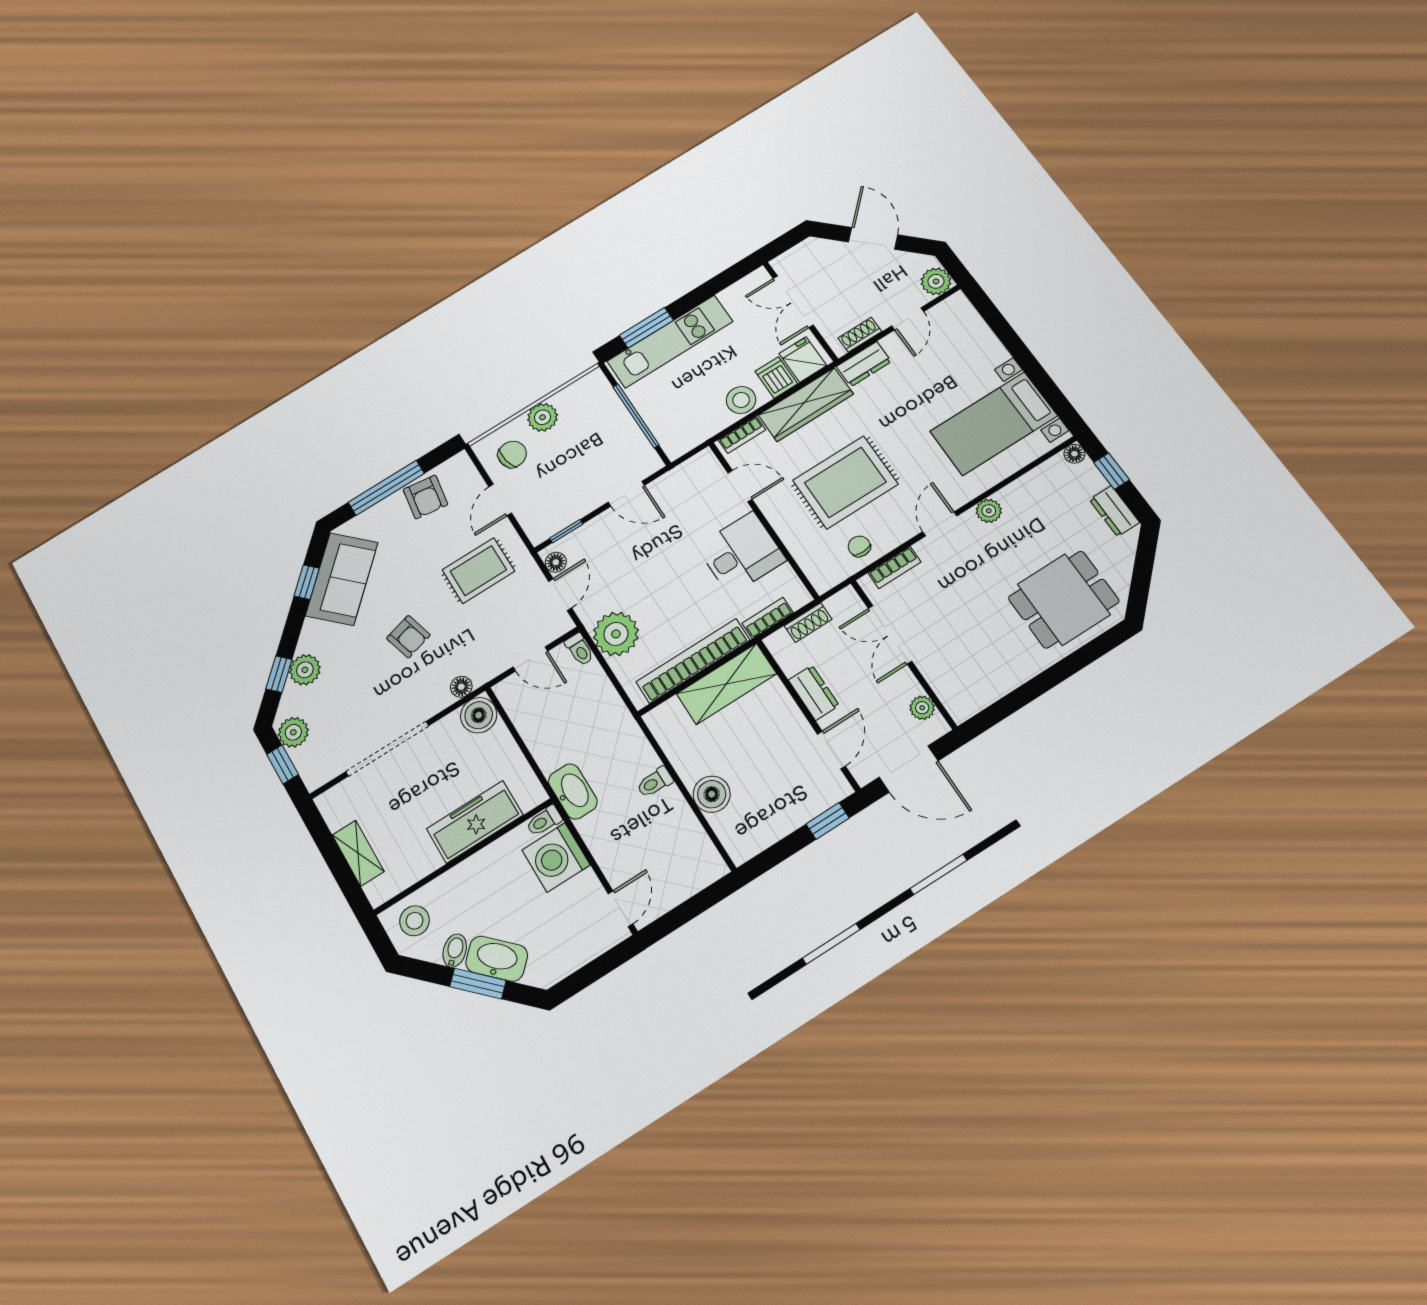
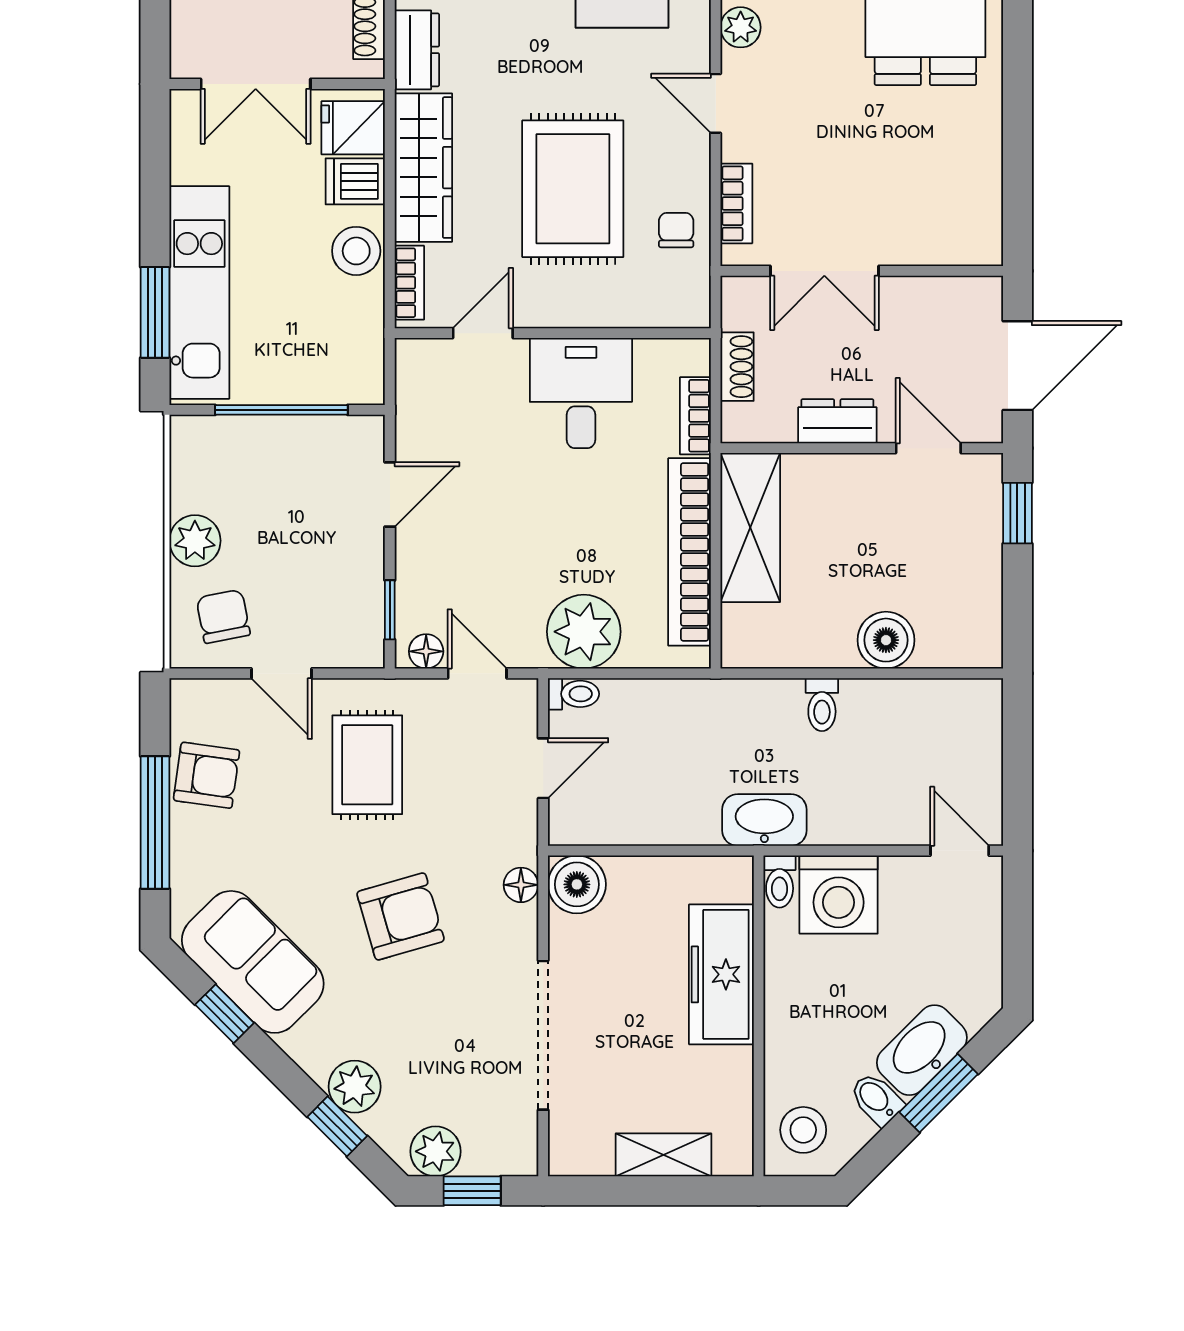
chair: (859, 546) -> (676, 230), turned 90
armchair: (408, 637) -> (401, 916), width x1.38, depth x1.38
plant: (922, 708) -> (949, 295), removed

